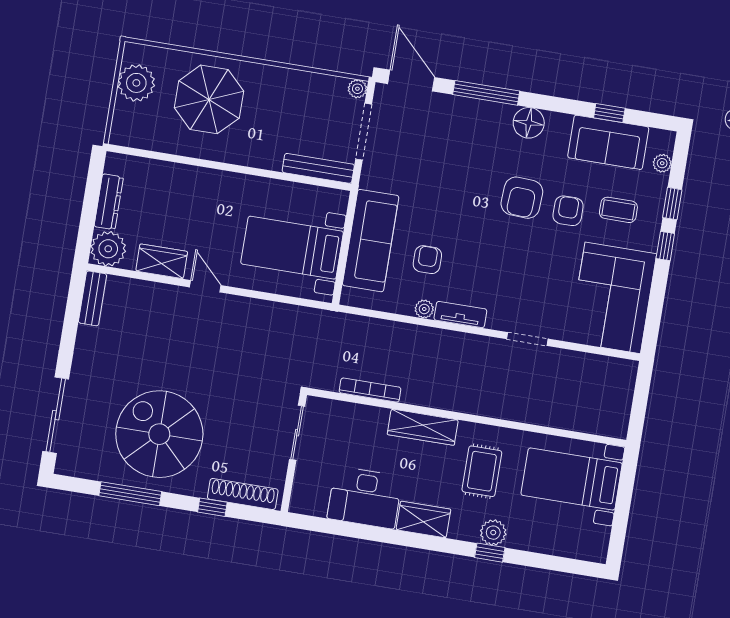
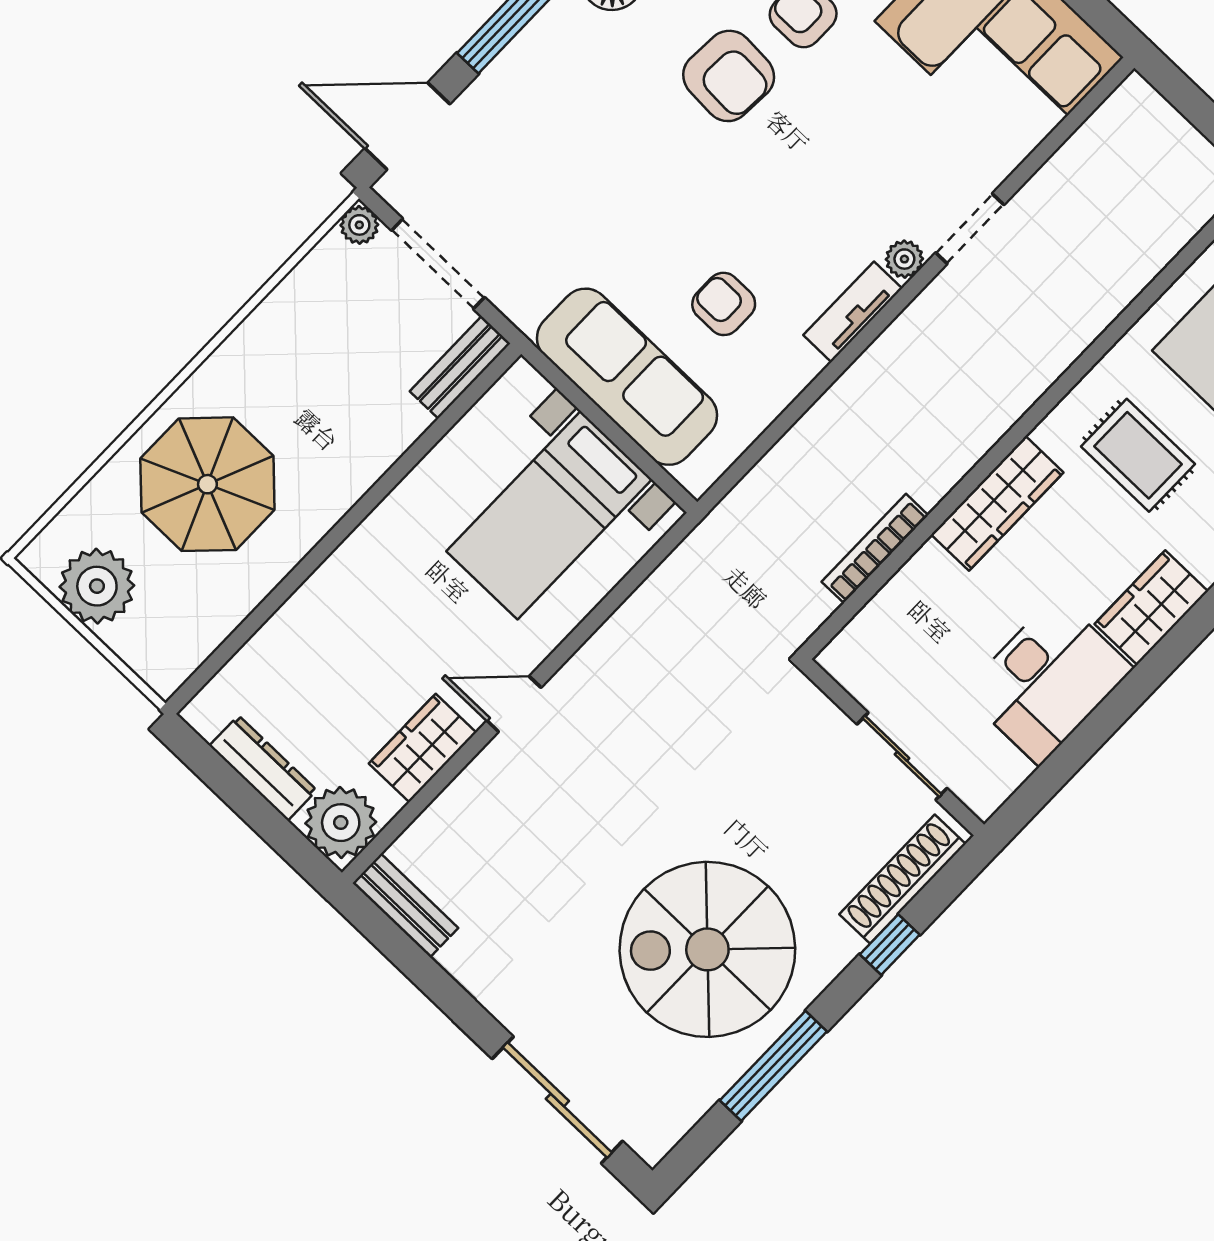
bench: (318, 168) -> (460, 367), width x0.73
plant: (424, 309) -> (904, 259), moved
sliding door: (297, 433) -> (902, 756), moved

